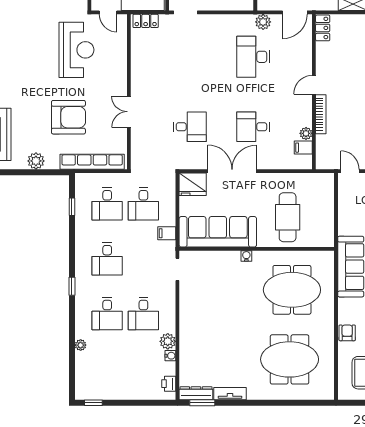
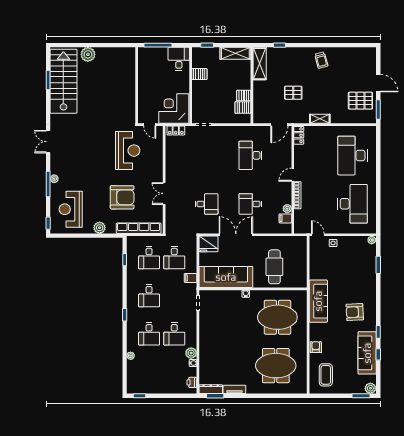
plant: (263, 22) -> (257, 131), removed

